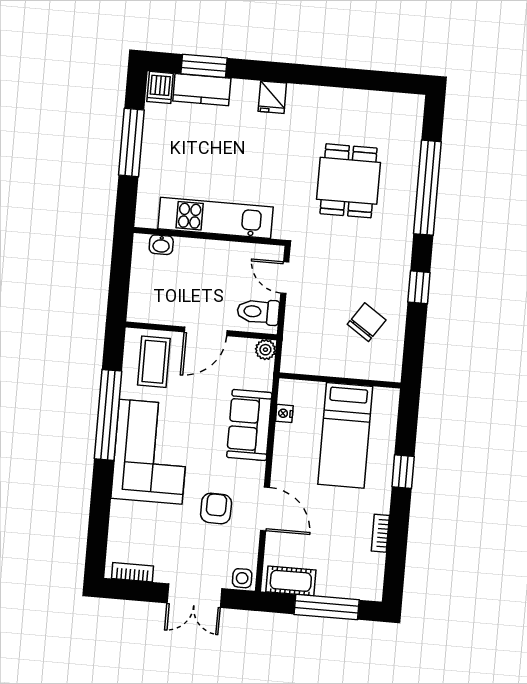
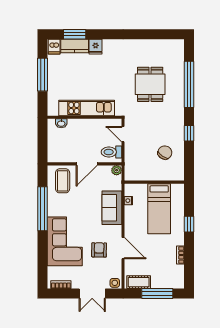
fridge: (272, 97) -> (96, 47), moved
corner sofa: (151, 452) -> (65, 241), moved

